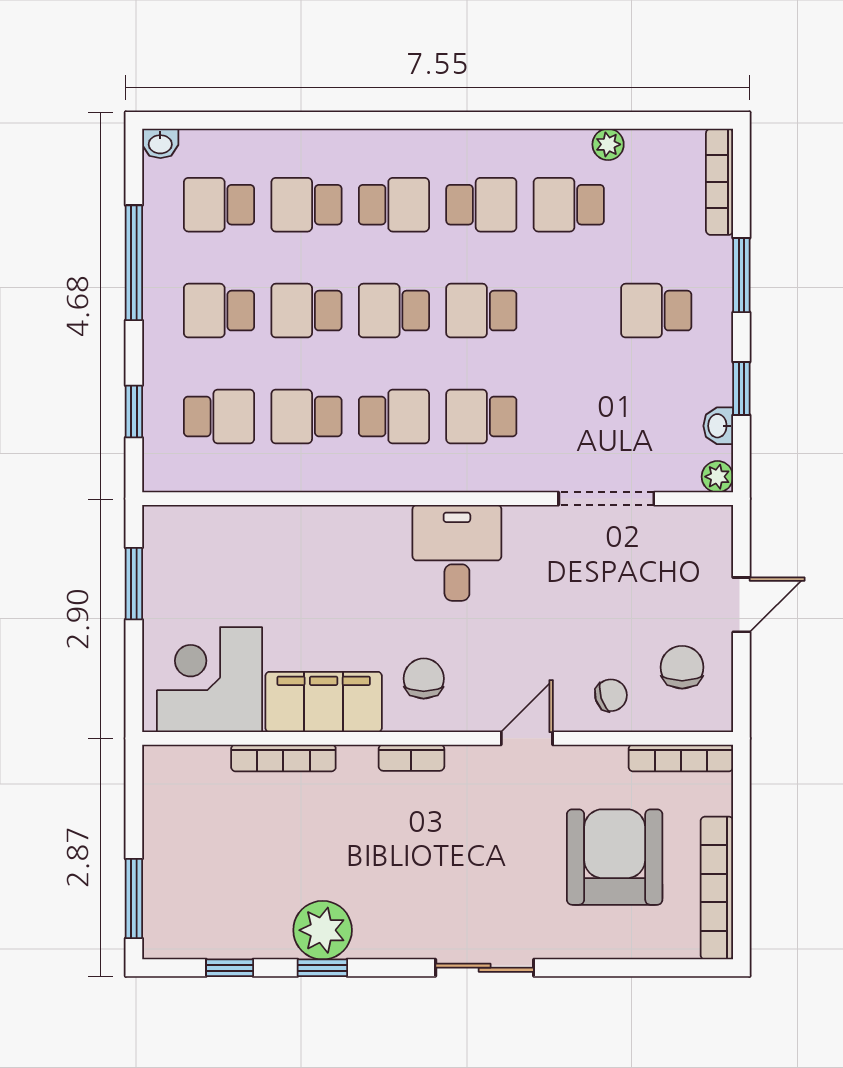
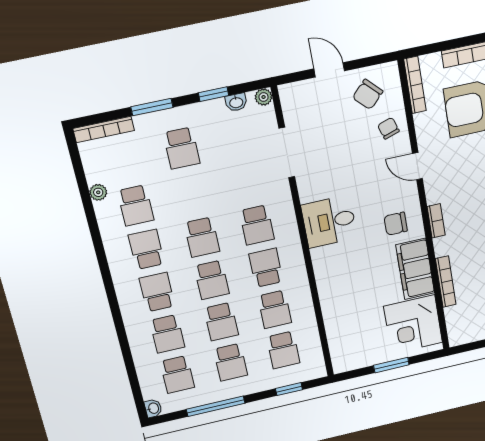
school desk: (219, 417) -> (283, 350), turned 180
window: (134, 584) -> (391, 365), moved
chair: (682, 667) -> (368, 94), turned -45

